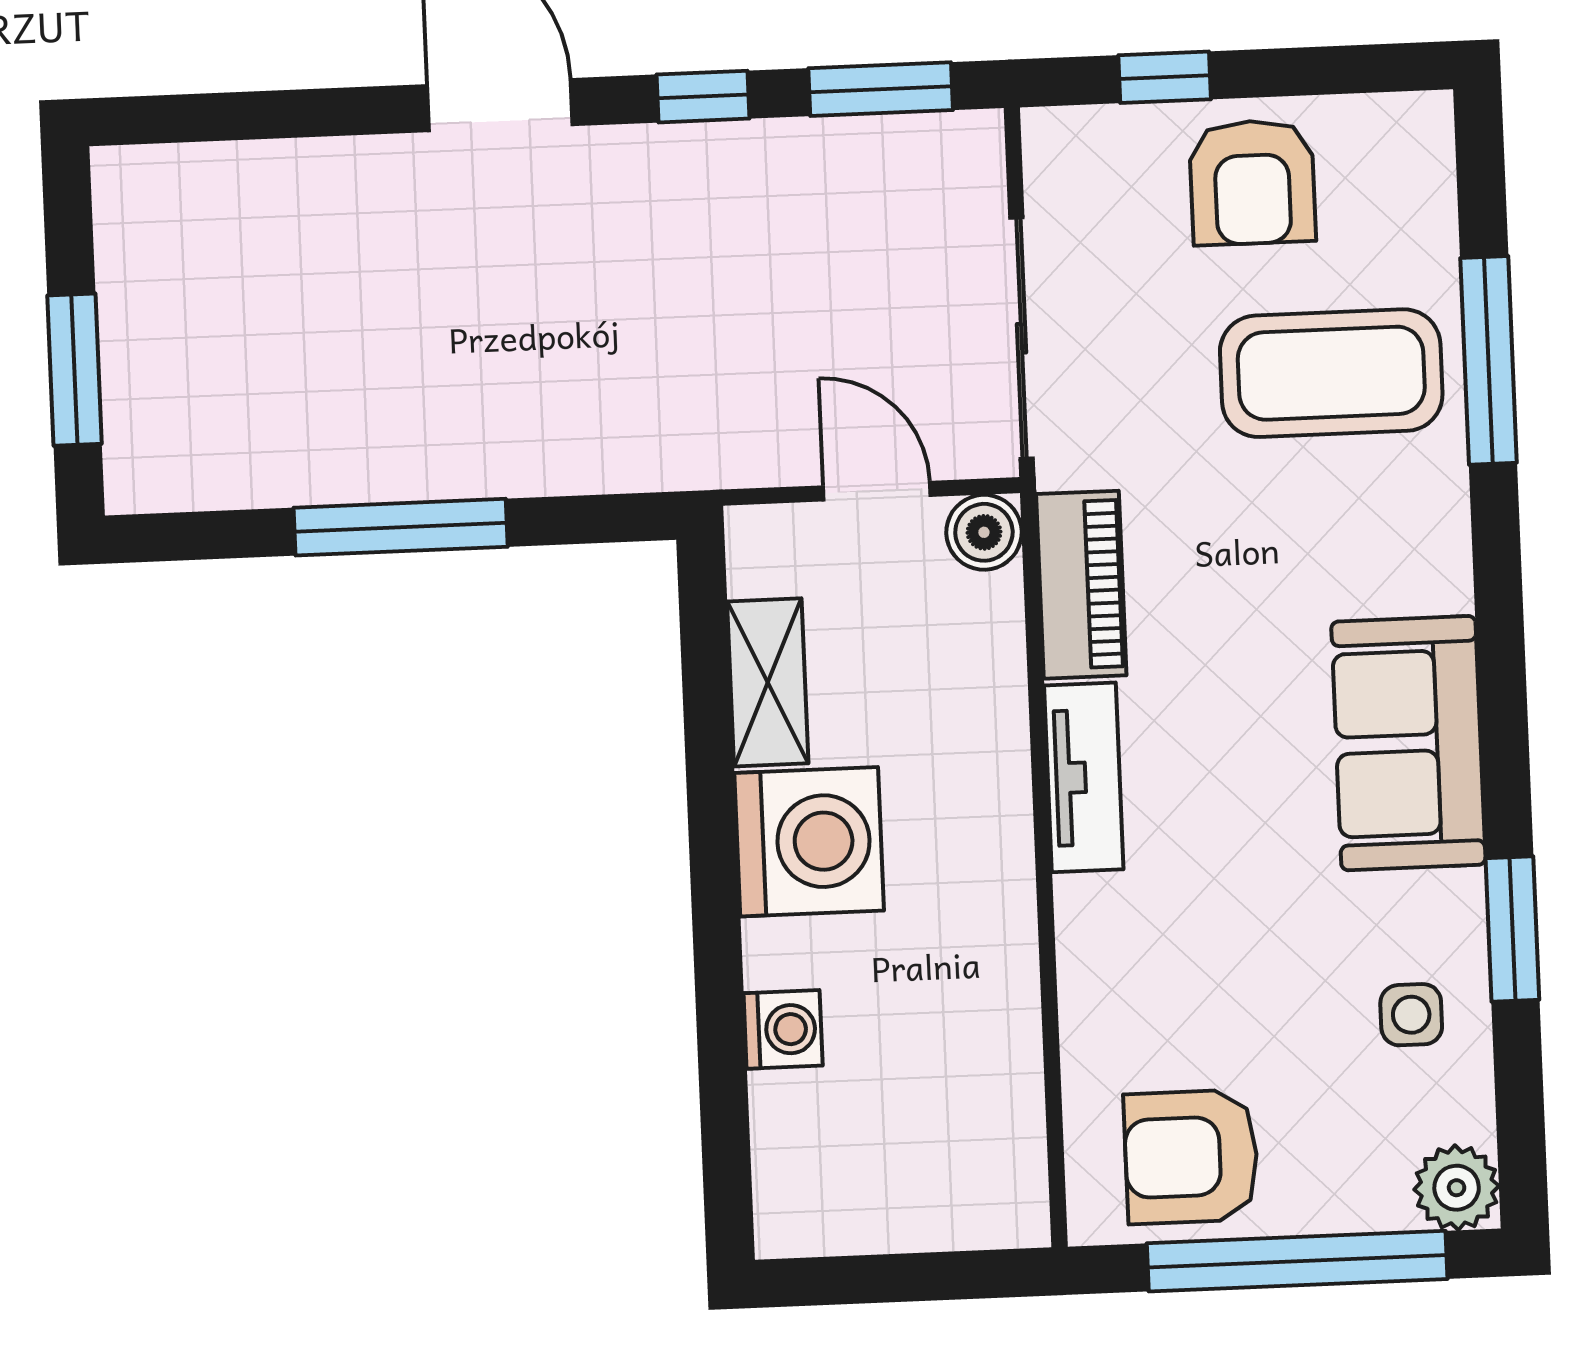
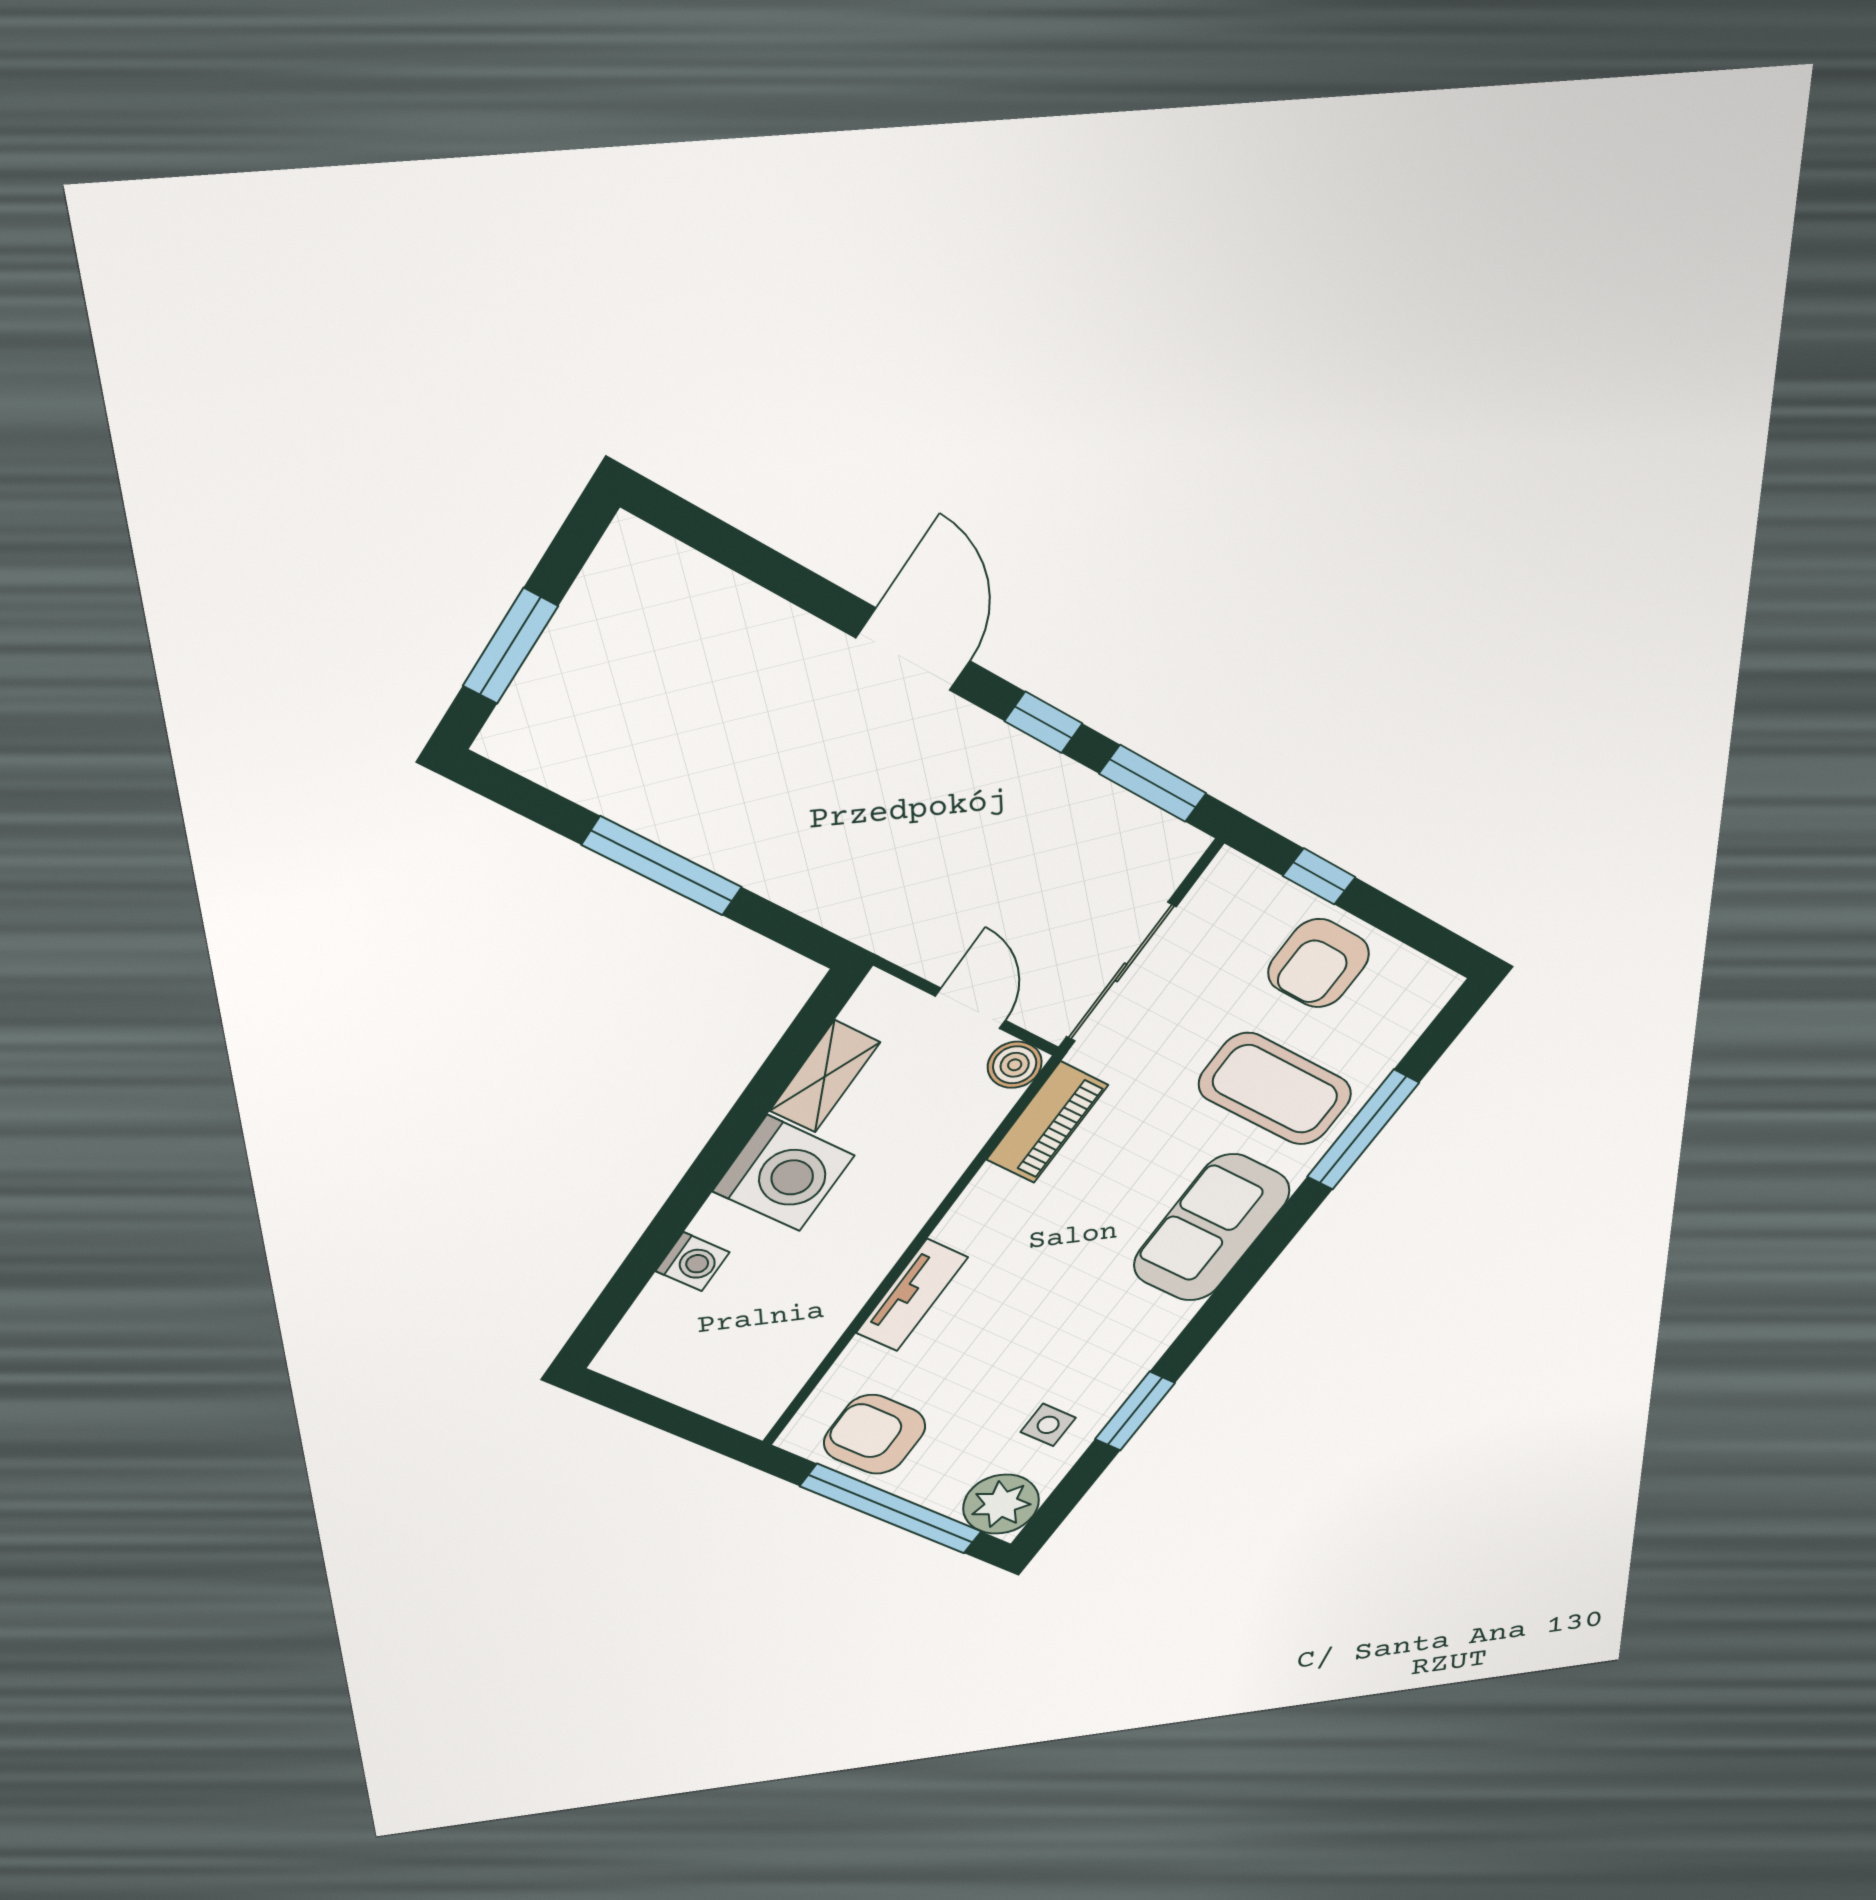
sofa: (1408, 743) -> (1211, 1228), moved
tv unit: (1084, 777) -> (912, 1295), moved
plant: (1457, 1188) -> (1001, 1504), width x1.36, depth x1.36

